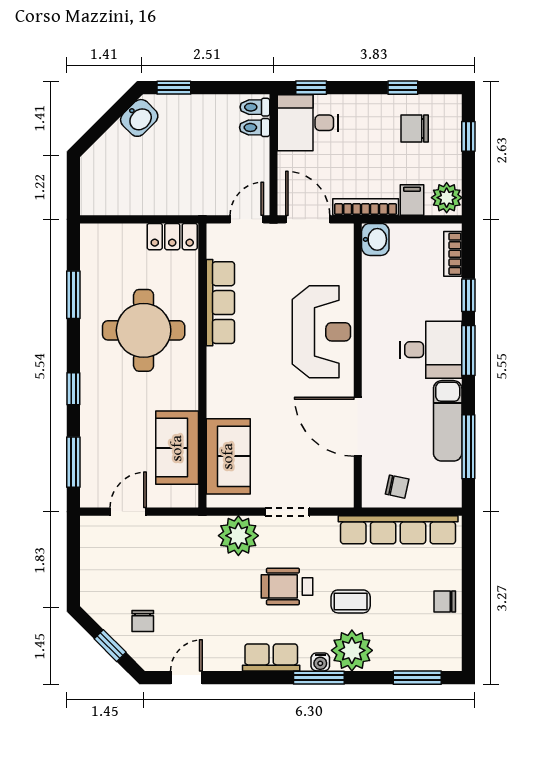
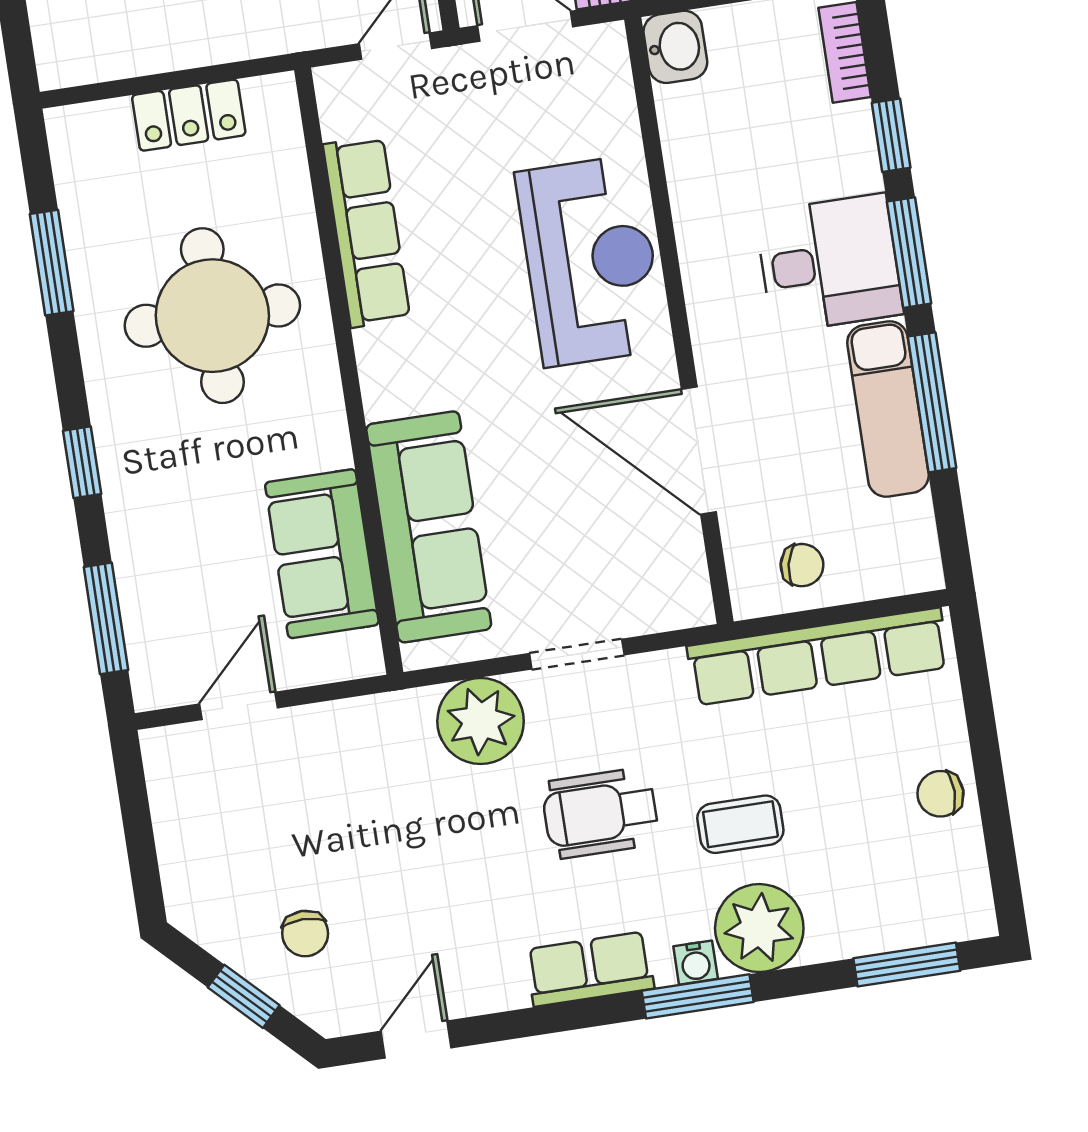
locker: (172, 237) -> (189, 115), moved
window: (468, 447) -> (932, 402), moved
sofa: (228, 456) -> (429, 527), width x1.36

